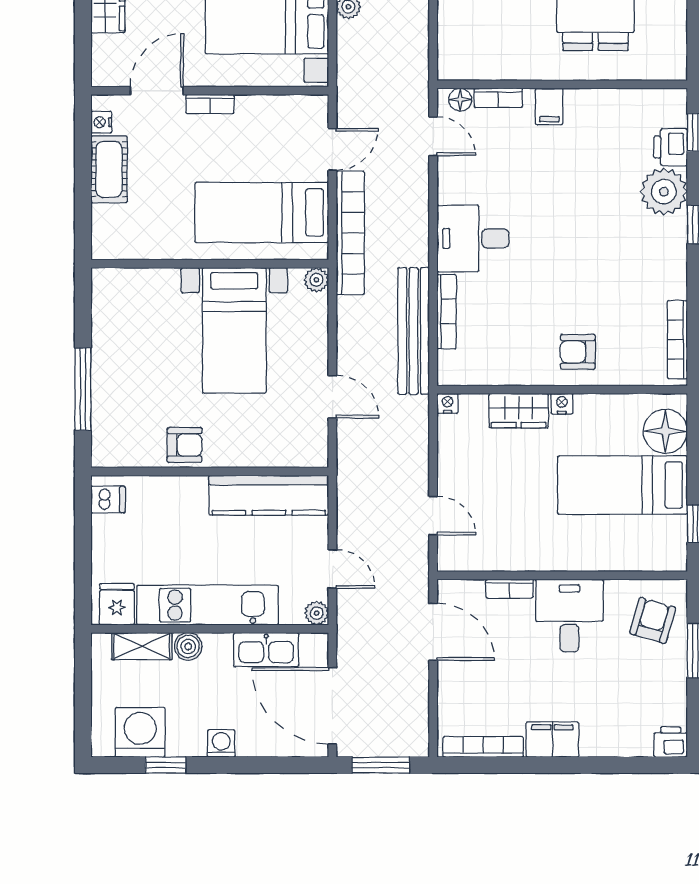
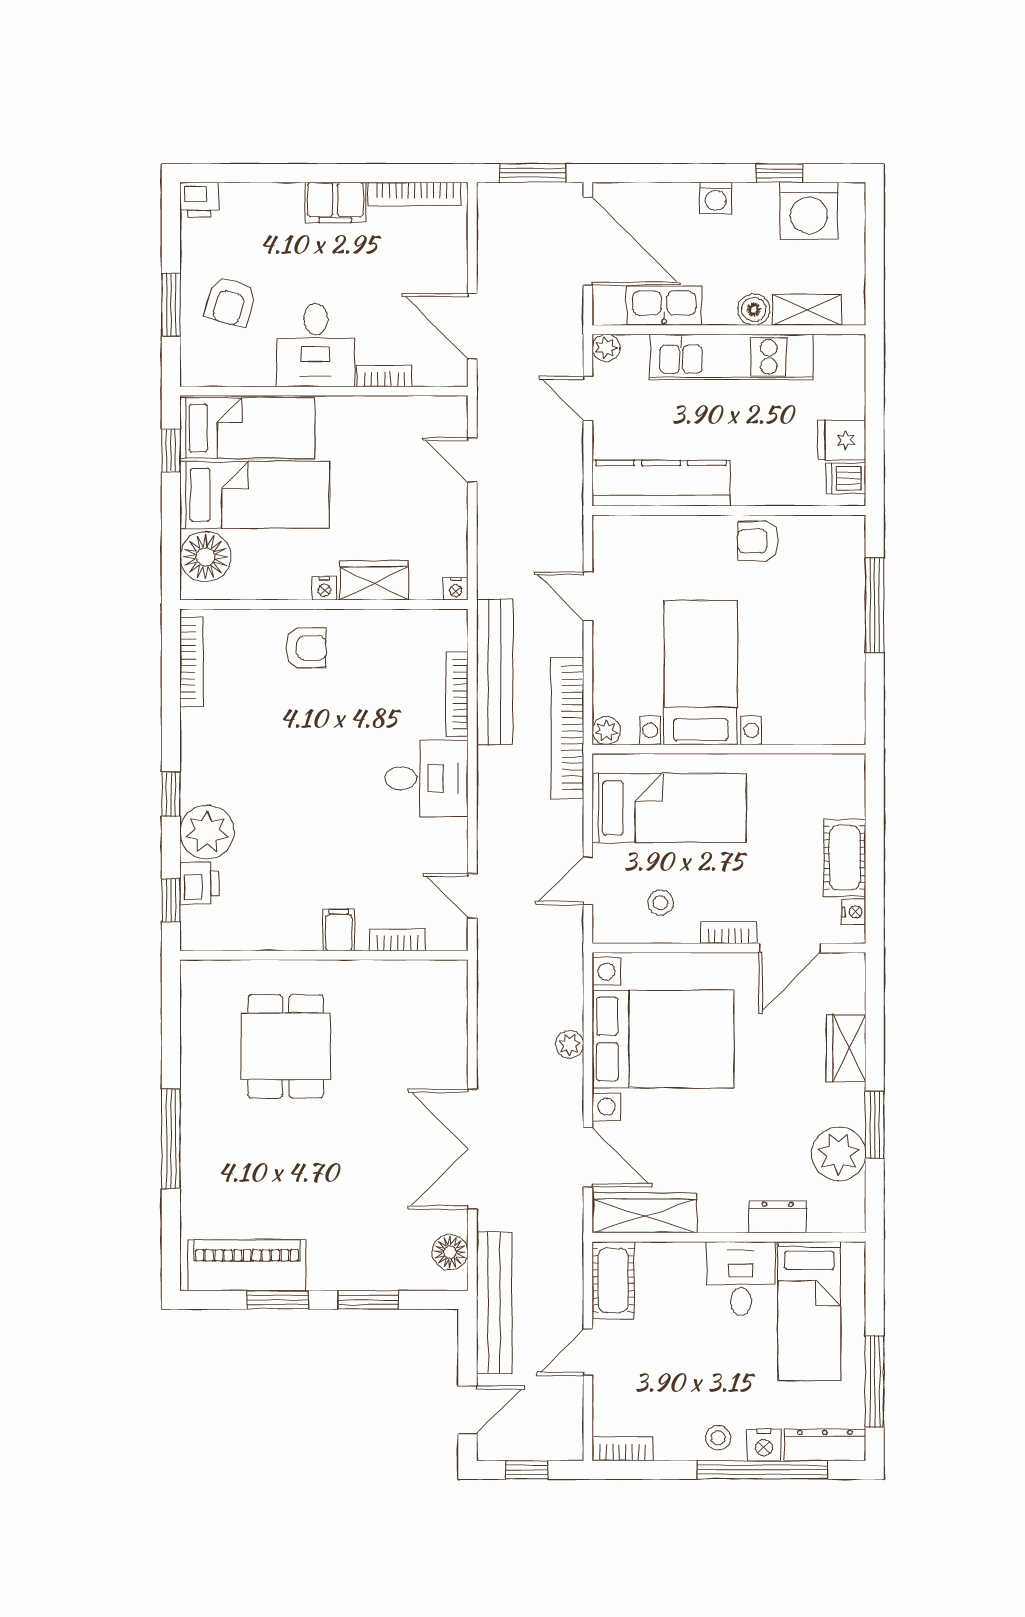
floor lamp: (460, 100) -> (441, 938), removed
stool: (269, 130) -> (661, 903), added
bookcase: (350, 233) -> (567, 728), moved
bed: (629, 543) -> (247, 428), added
fridge: (117, 604) -> (842, 440), moved, turned 90
armchair: (653, 620) -> (230, 302), moved

